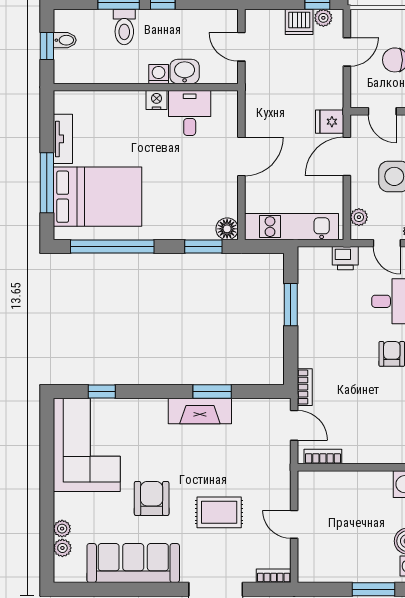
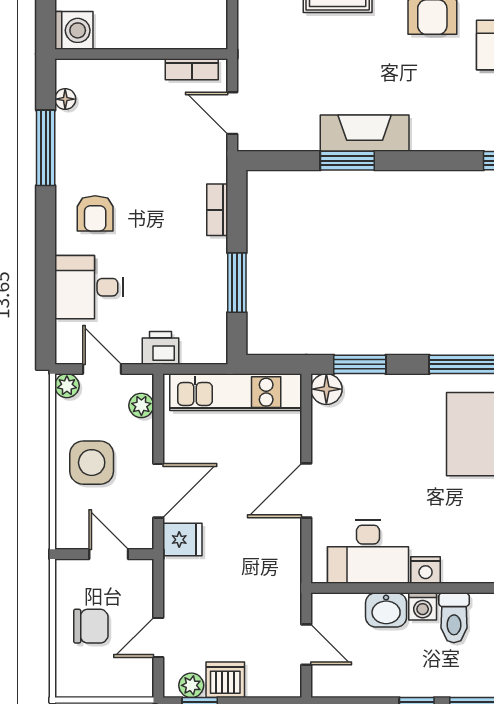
toilet: (124, 27) -> (454, 618), moved, turned 180
desk: (190, 113) -> (368, 552), width x1.37
bookcase: (305, 387) -> (217, 210), moved

